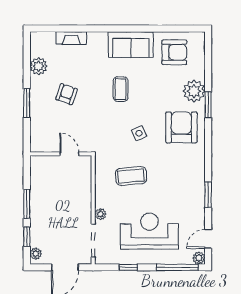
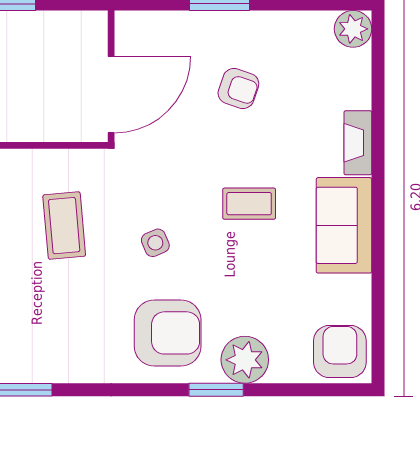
fireplace: (71, 38) -> (358, 143), moved
armchair: (174, 52) -> (340, 352), moved, turned 180
plant: (38, 66) -> (353, 29), moved
door: (69, 154) -> (111, 95), width x1.88

